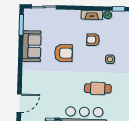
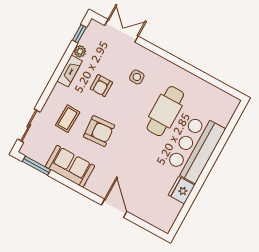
coffee table: (61, 29) -> (68, 119), added
armchair: (63, 53) -> (99, 131), turned 86
cafe table: (98, 88) -> (165, 111), width x1.37, depth x1.35
door: (19, 103) -> (114, 208), moved

